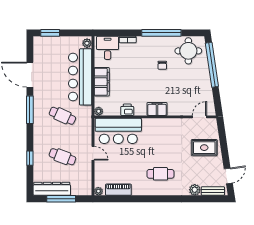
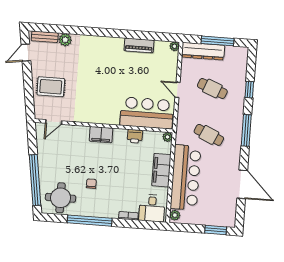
window: (30, 110) -> (246, 130), moved
cafe table: (160, 174) -> (103, 61), removed
dresser: (52, 189) -> (203, 51), moved
piano: (118, 190) -> (139, 45), moved

